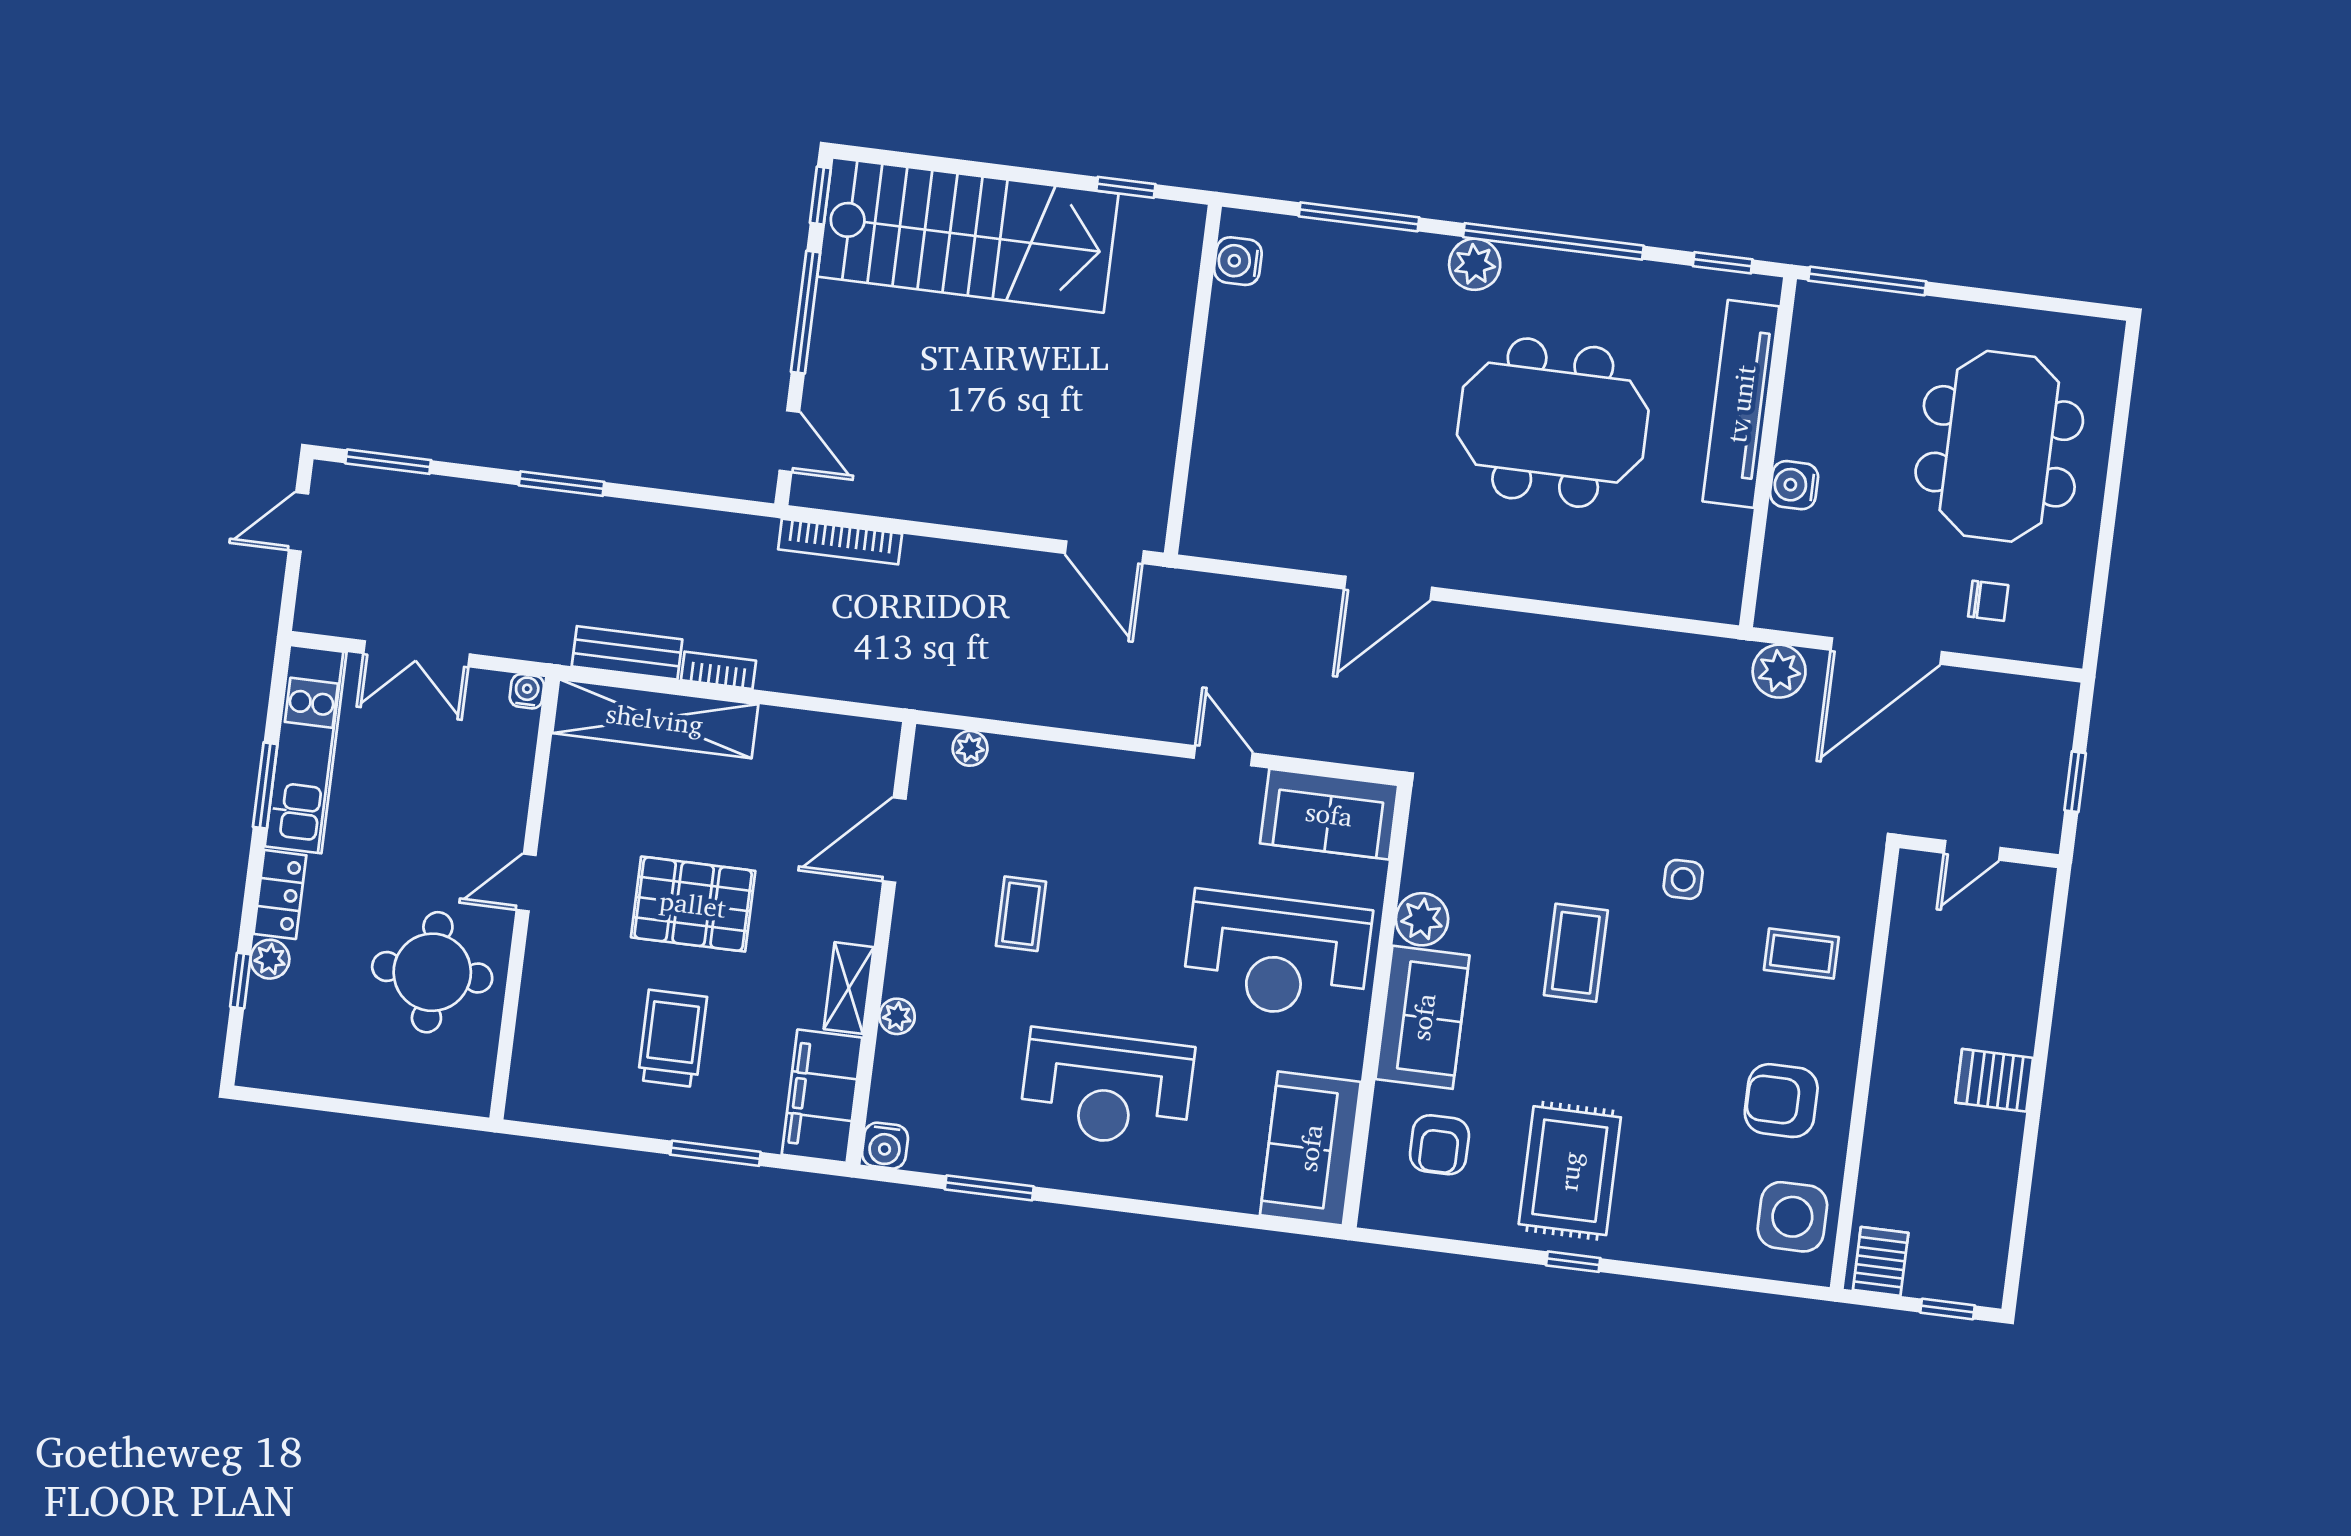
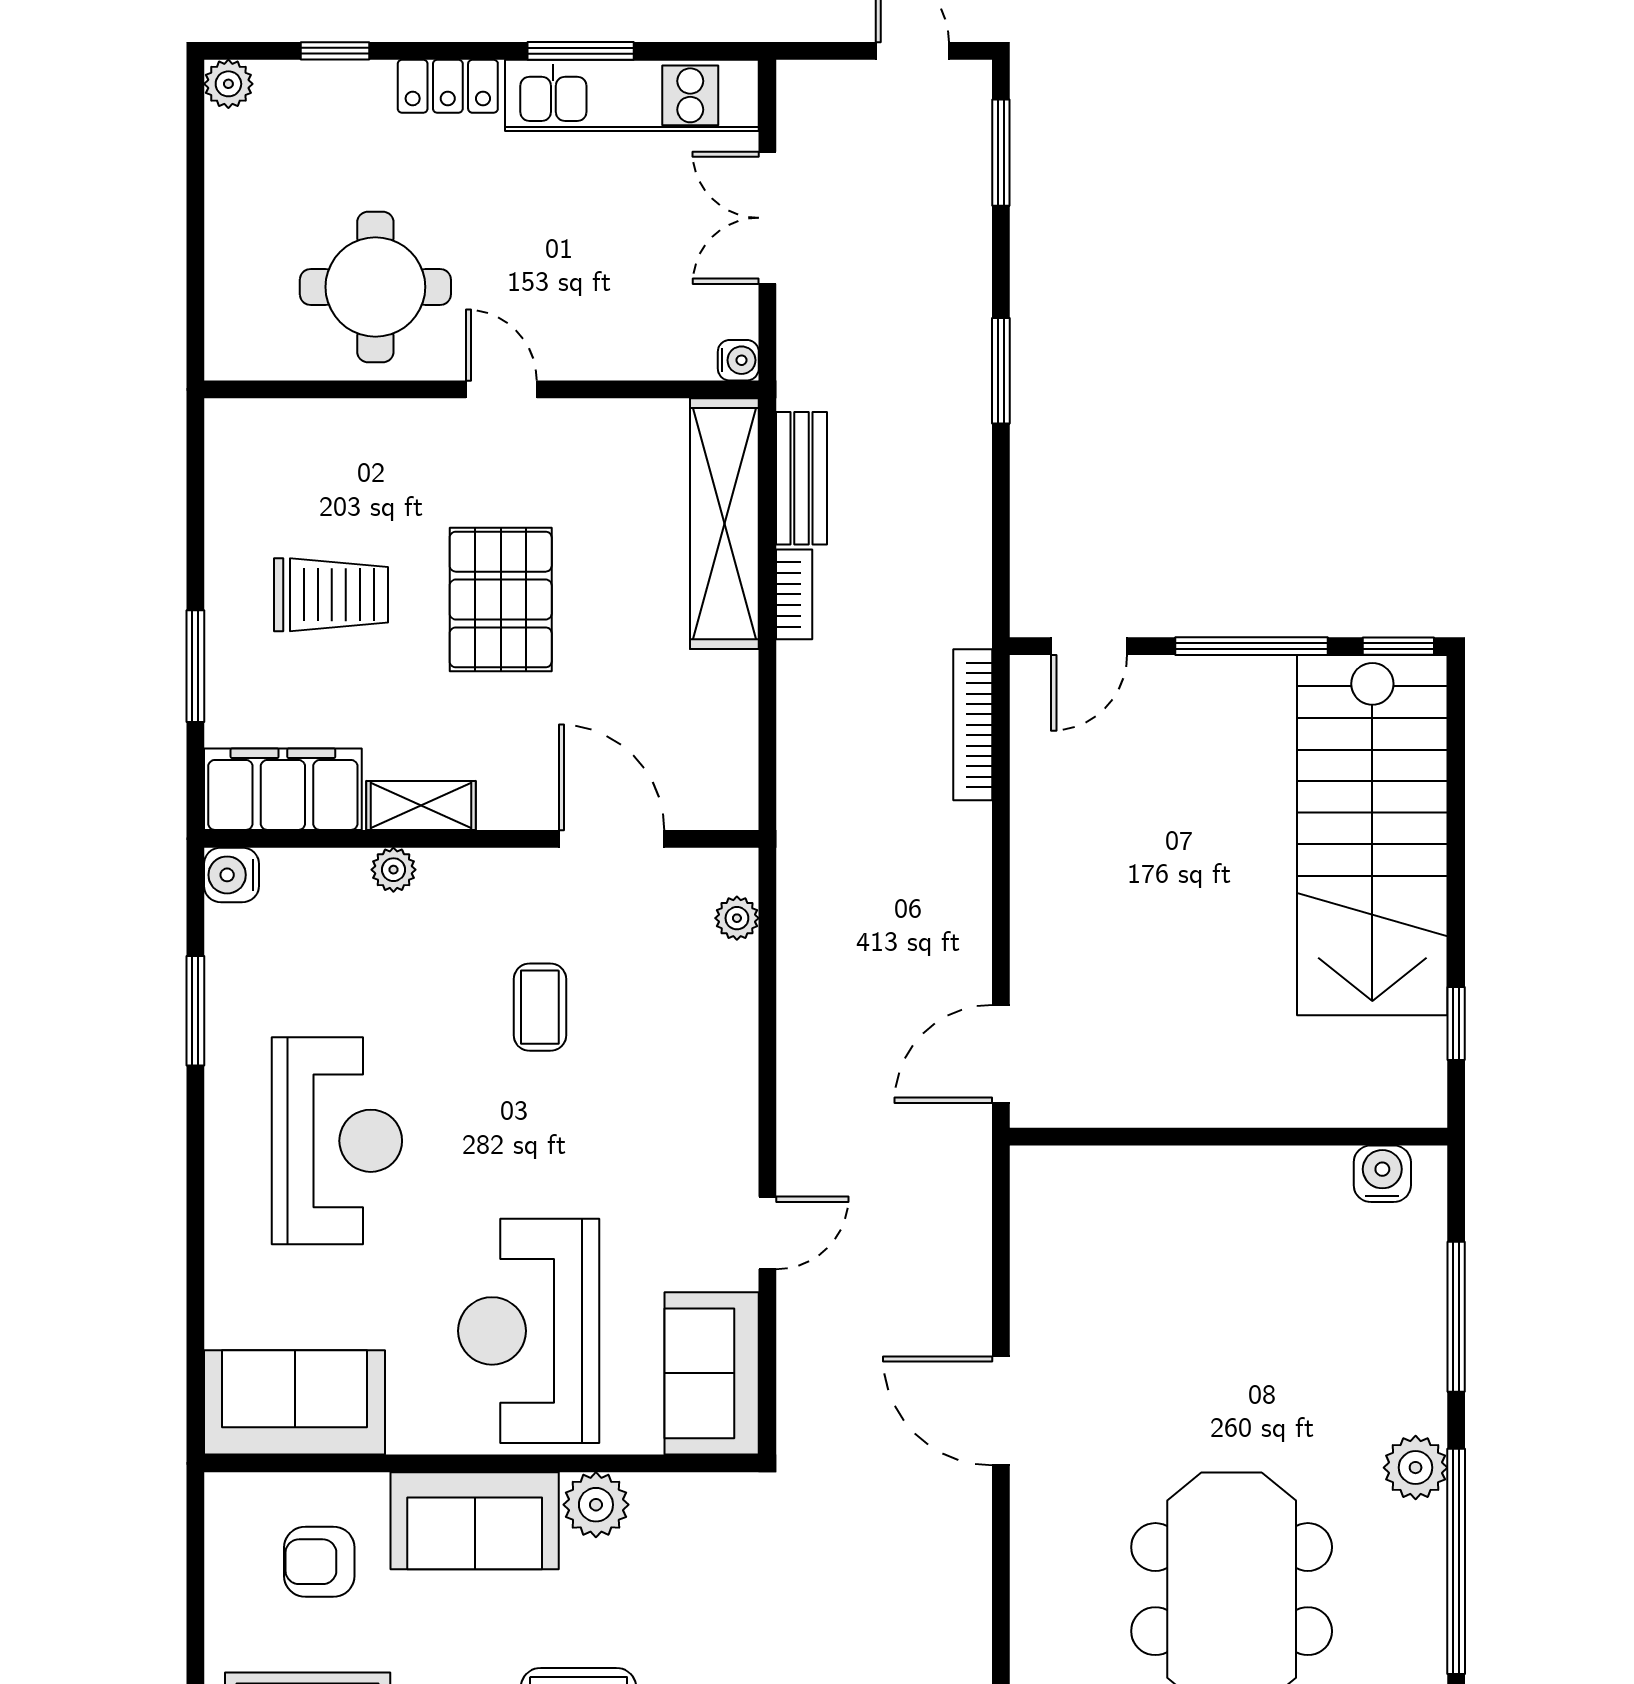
coffee table: (1021, 914) -> (540, 1007), turned 90
plant: (270, 959) -> (228, 84), moved
reception desk: (1107, 1089) -> (337, 1141), turned 180

